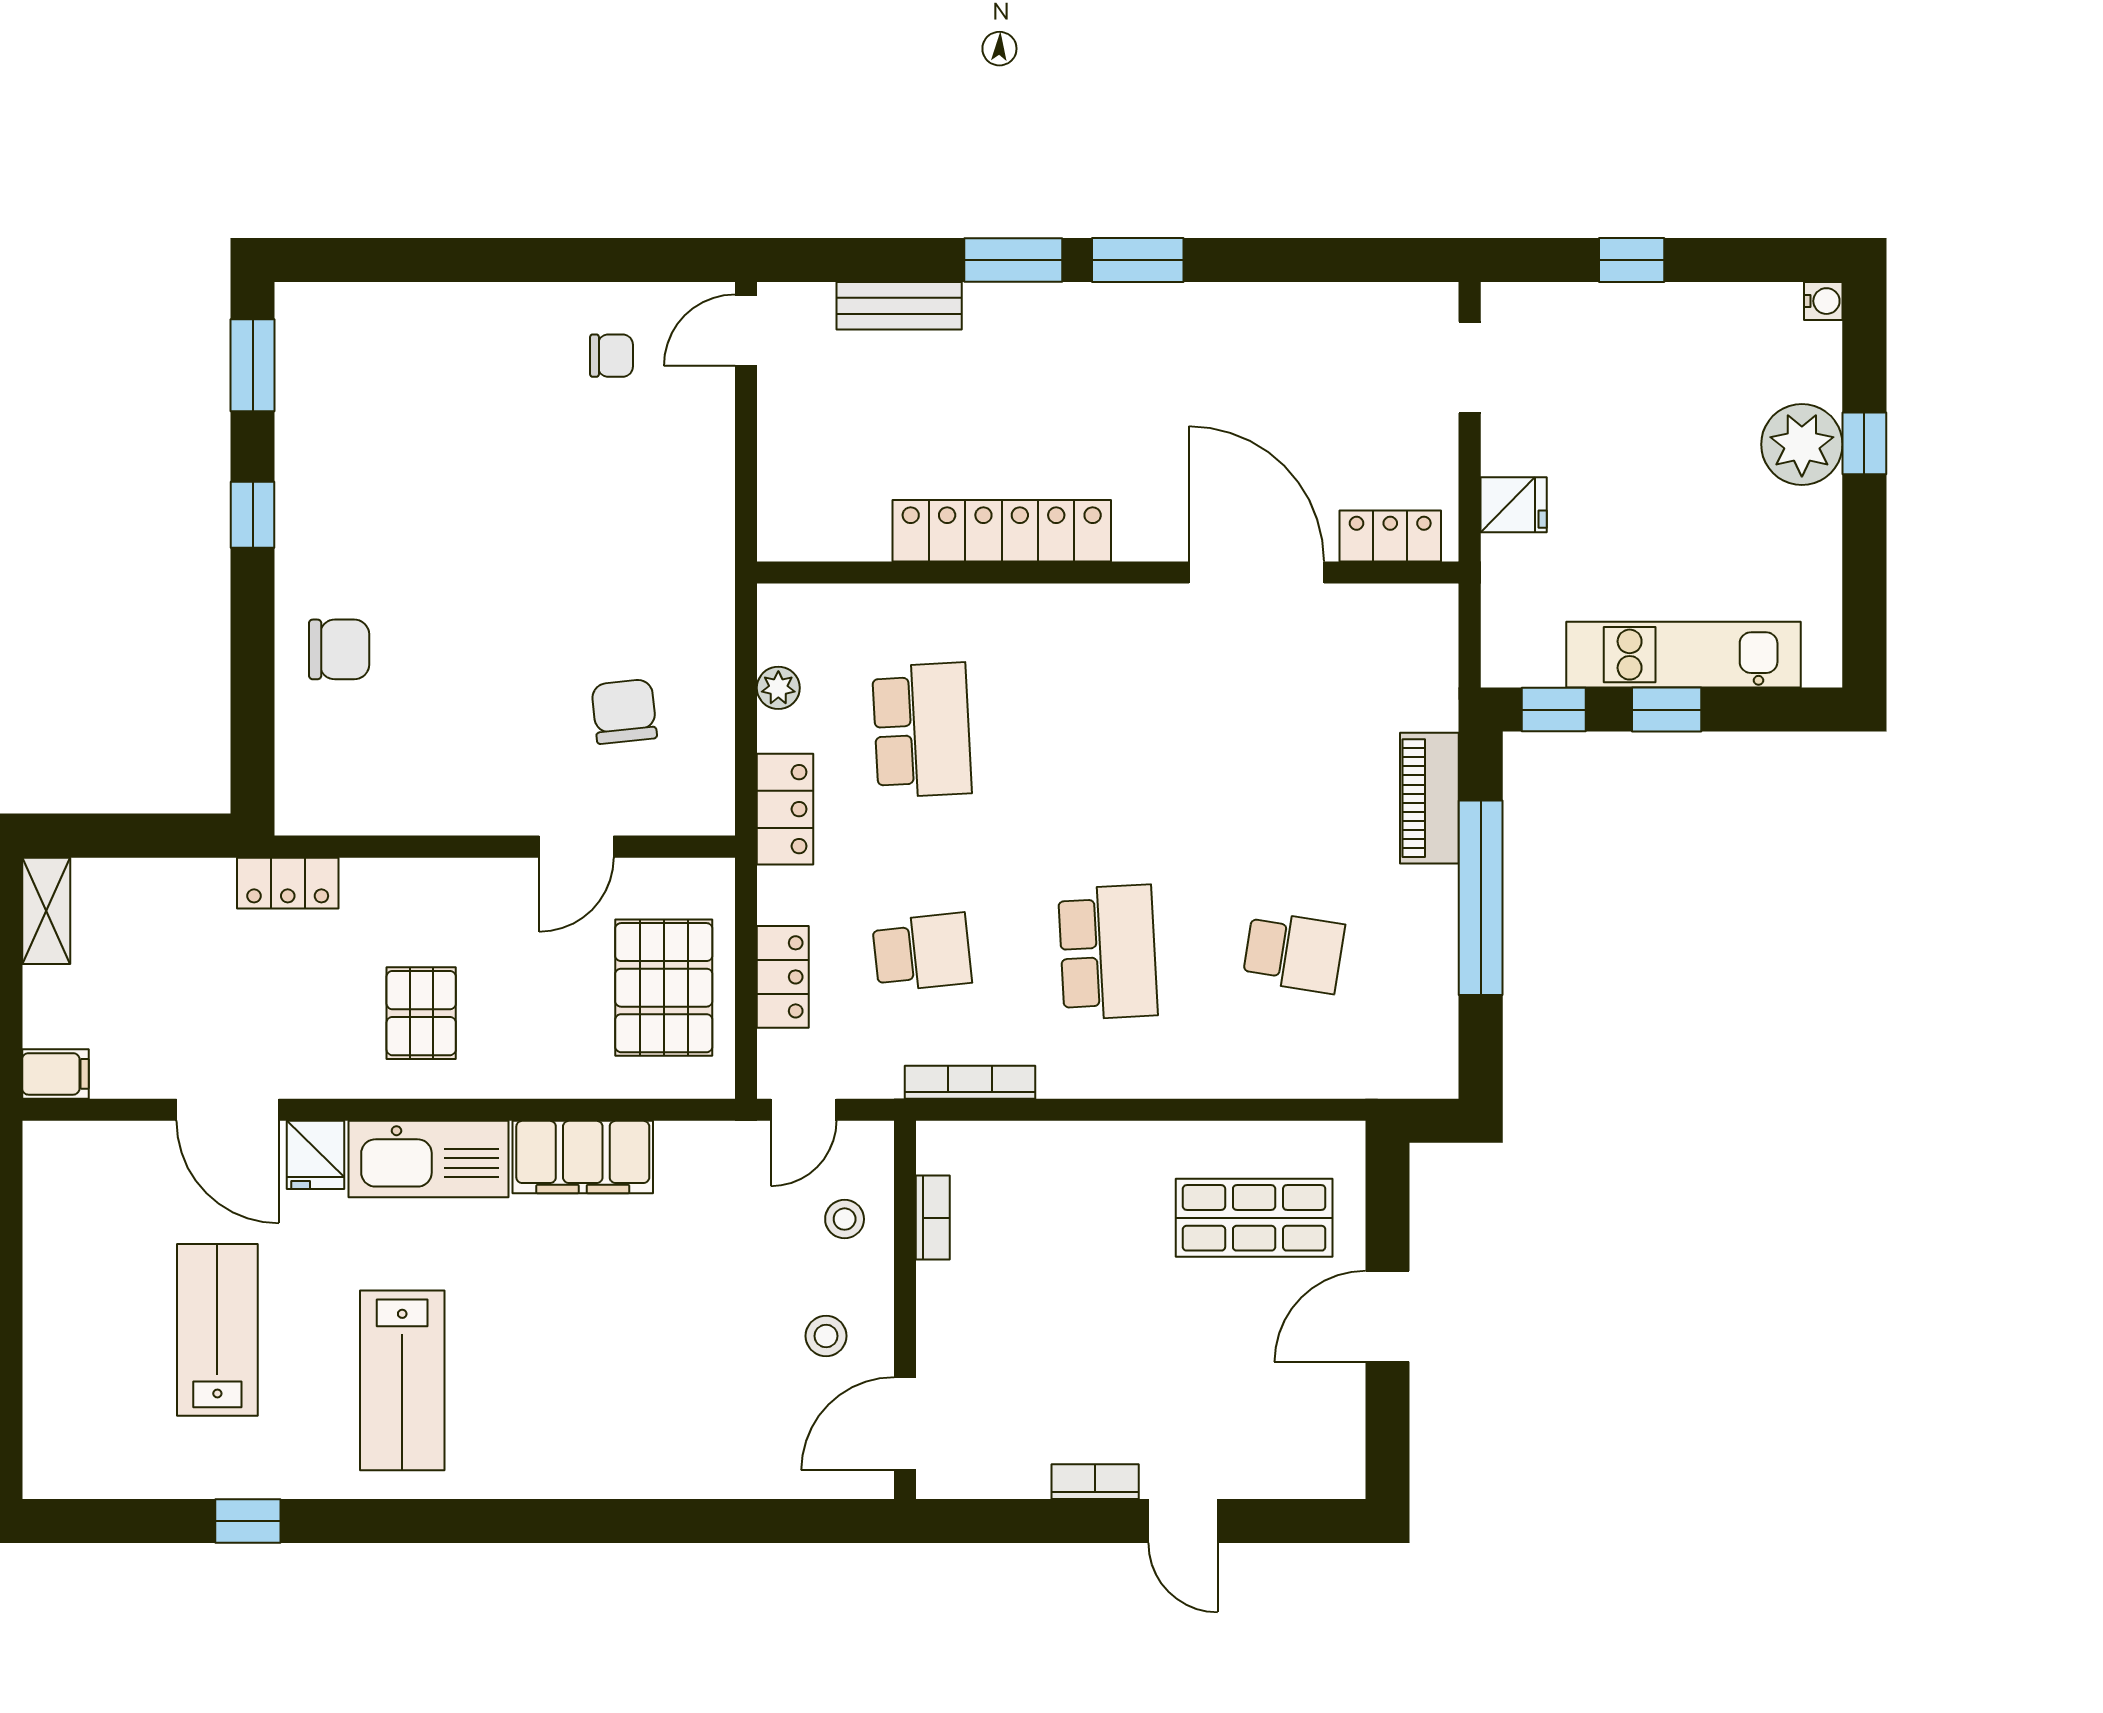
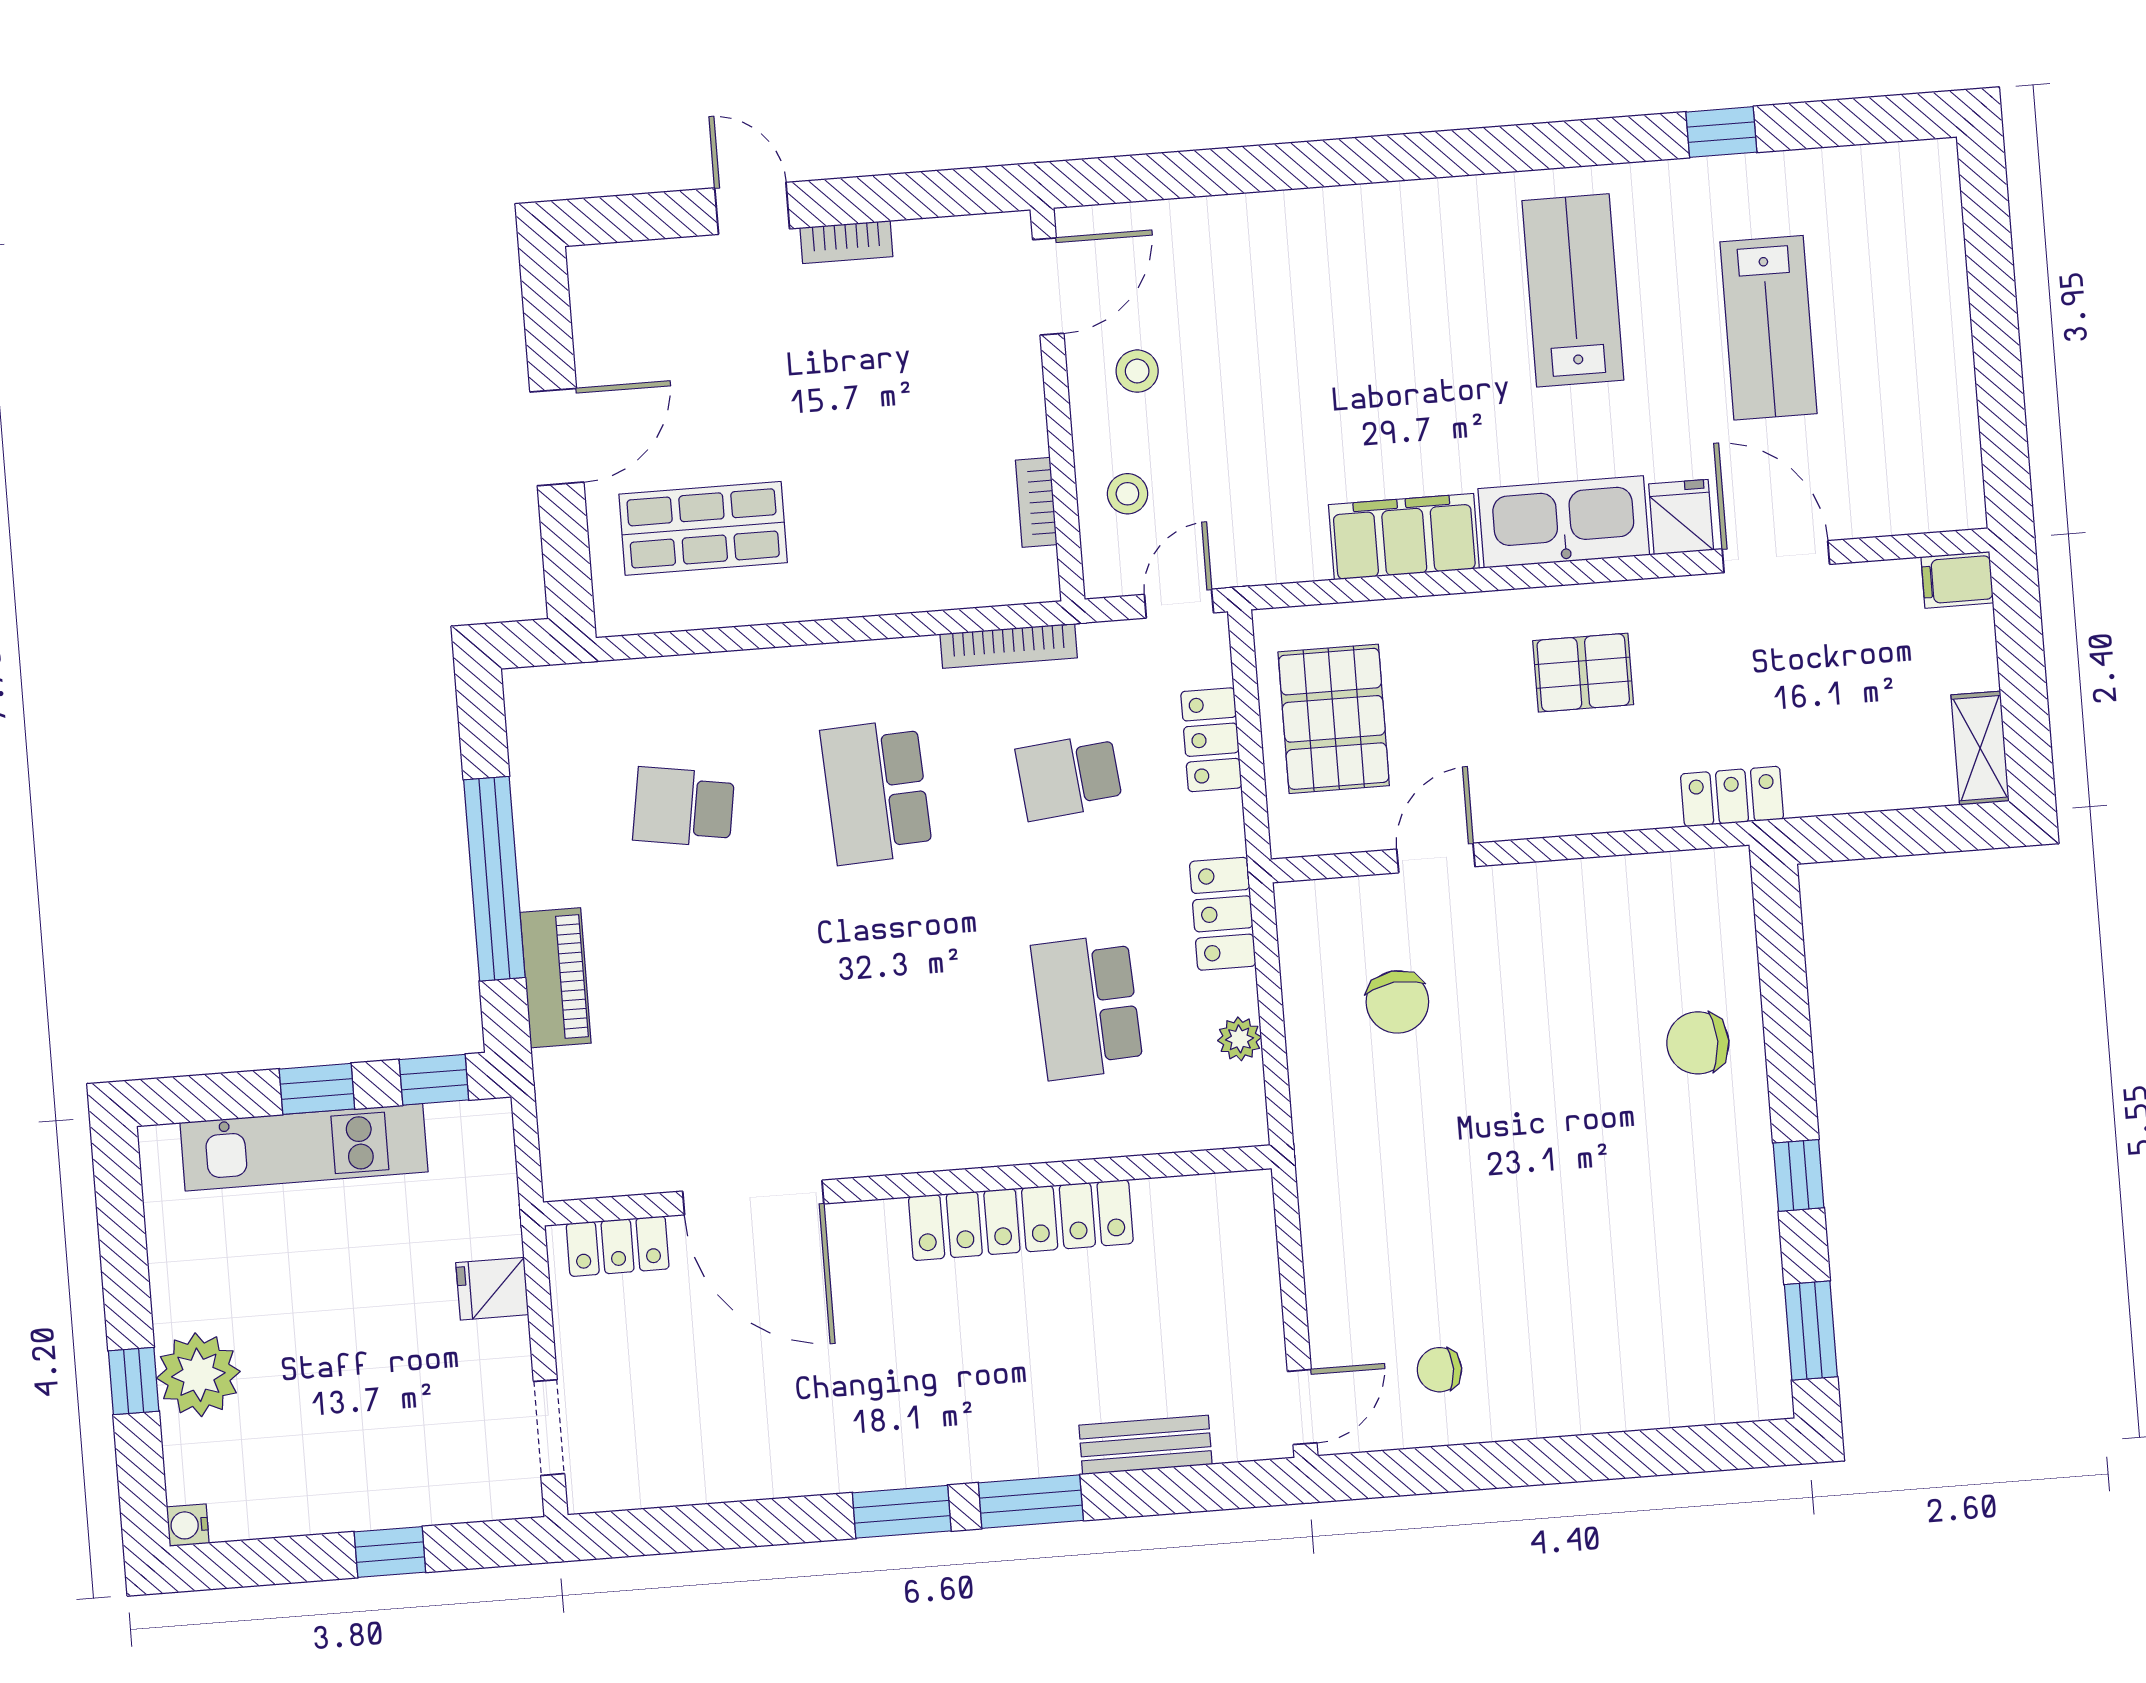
pallet: (421, 1013) -> (1583, 673), turned 90

